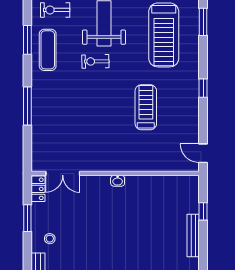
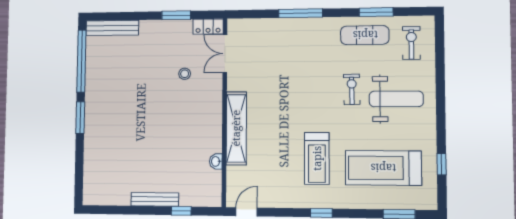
treadmill: (146, 107) -> (317, 158), moved, turned 90
shelving: (130, 163) -> (236, 128), added
washbasin: (118, 181) -> (216, 161), moved
stool: (50, 239) -> (185, 74), moved

